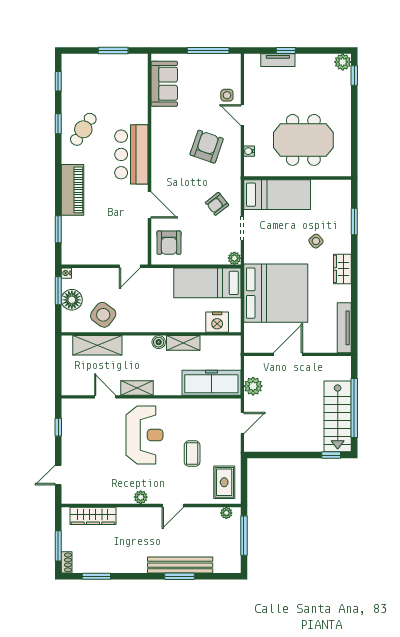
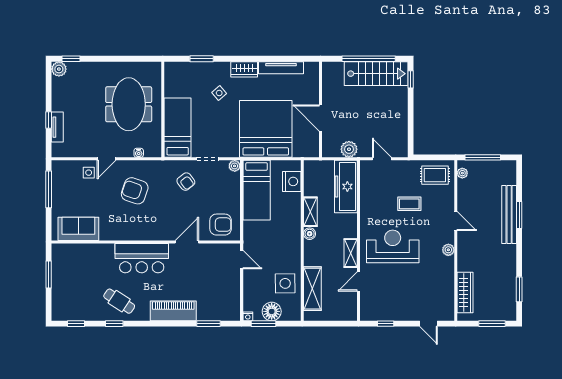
side table: (103, 315) -> (285, 283), turned -38
tv unit: (344, 328) -> (281, 68), moved
shoe rack: (67, 562) -> (507, 316), removed

